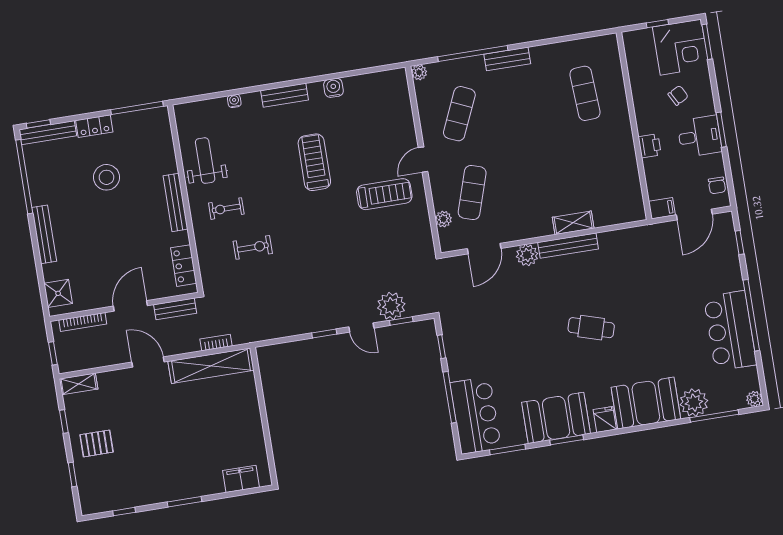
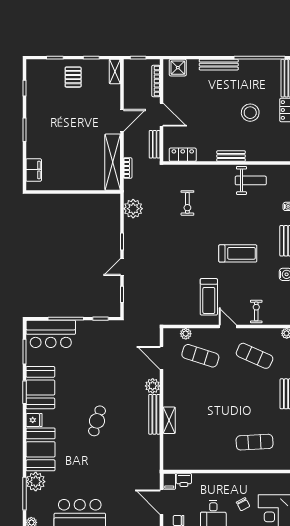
printer: (650, 146) -> (184, 480), moved
bench: (175, 202) -> (231, 156), width x0.73
exercise bike: (226, 209) -> (256, 311), moved
plant: (391, 306) -> (133, 209), moved

